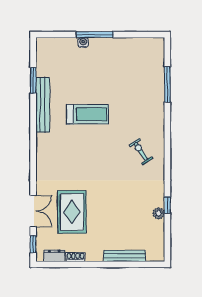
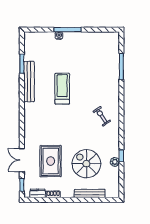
treadmill: (88, 114) -> (62, 89), turned -90
double door: (33, 211) -> (22, 160), swing flipped
spiral stairs: (120, 216) -> (86, 164), added

